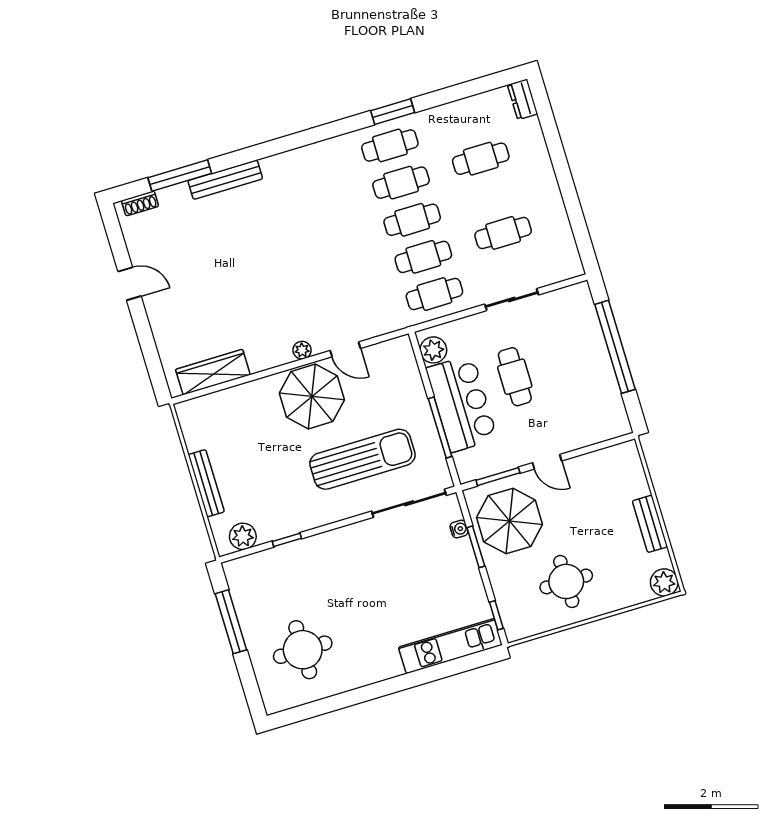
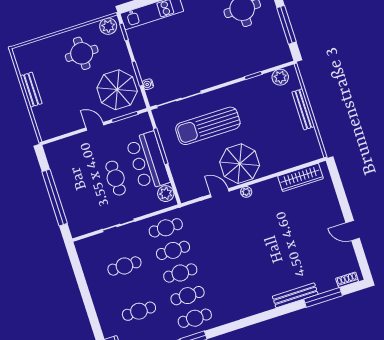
plant: (664, 582) -> (108, 26), moved

